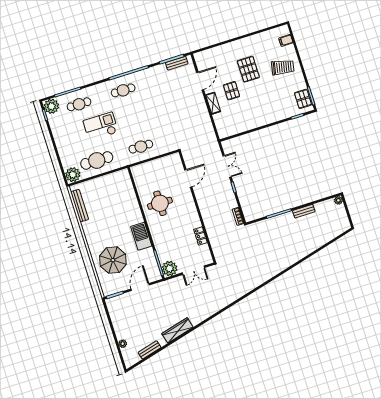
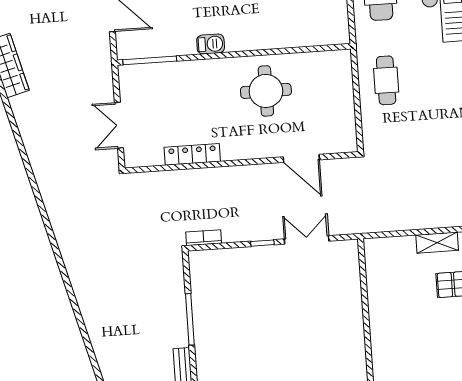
double door: (227, 166) -> (307, 240), swing flipped
barbecue: (141, 236) -> (211, 44), width x0.53, depth x0.65
locker: (200, 236) -> (192, 154), width x1.53
plant: (170, 268) -> (134, 79), removed

